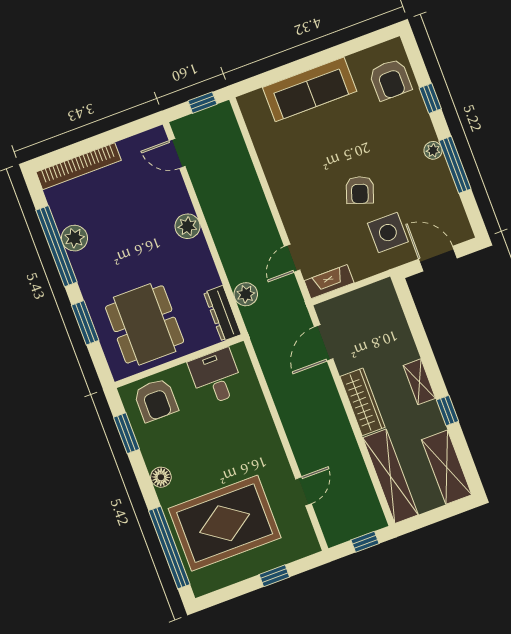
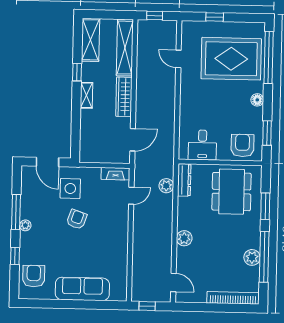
door: (303, 491) -> (178, 59), hinge flipped

